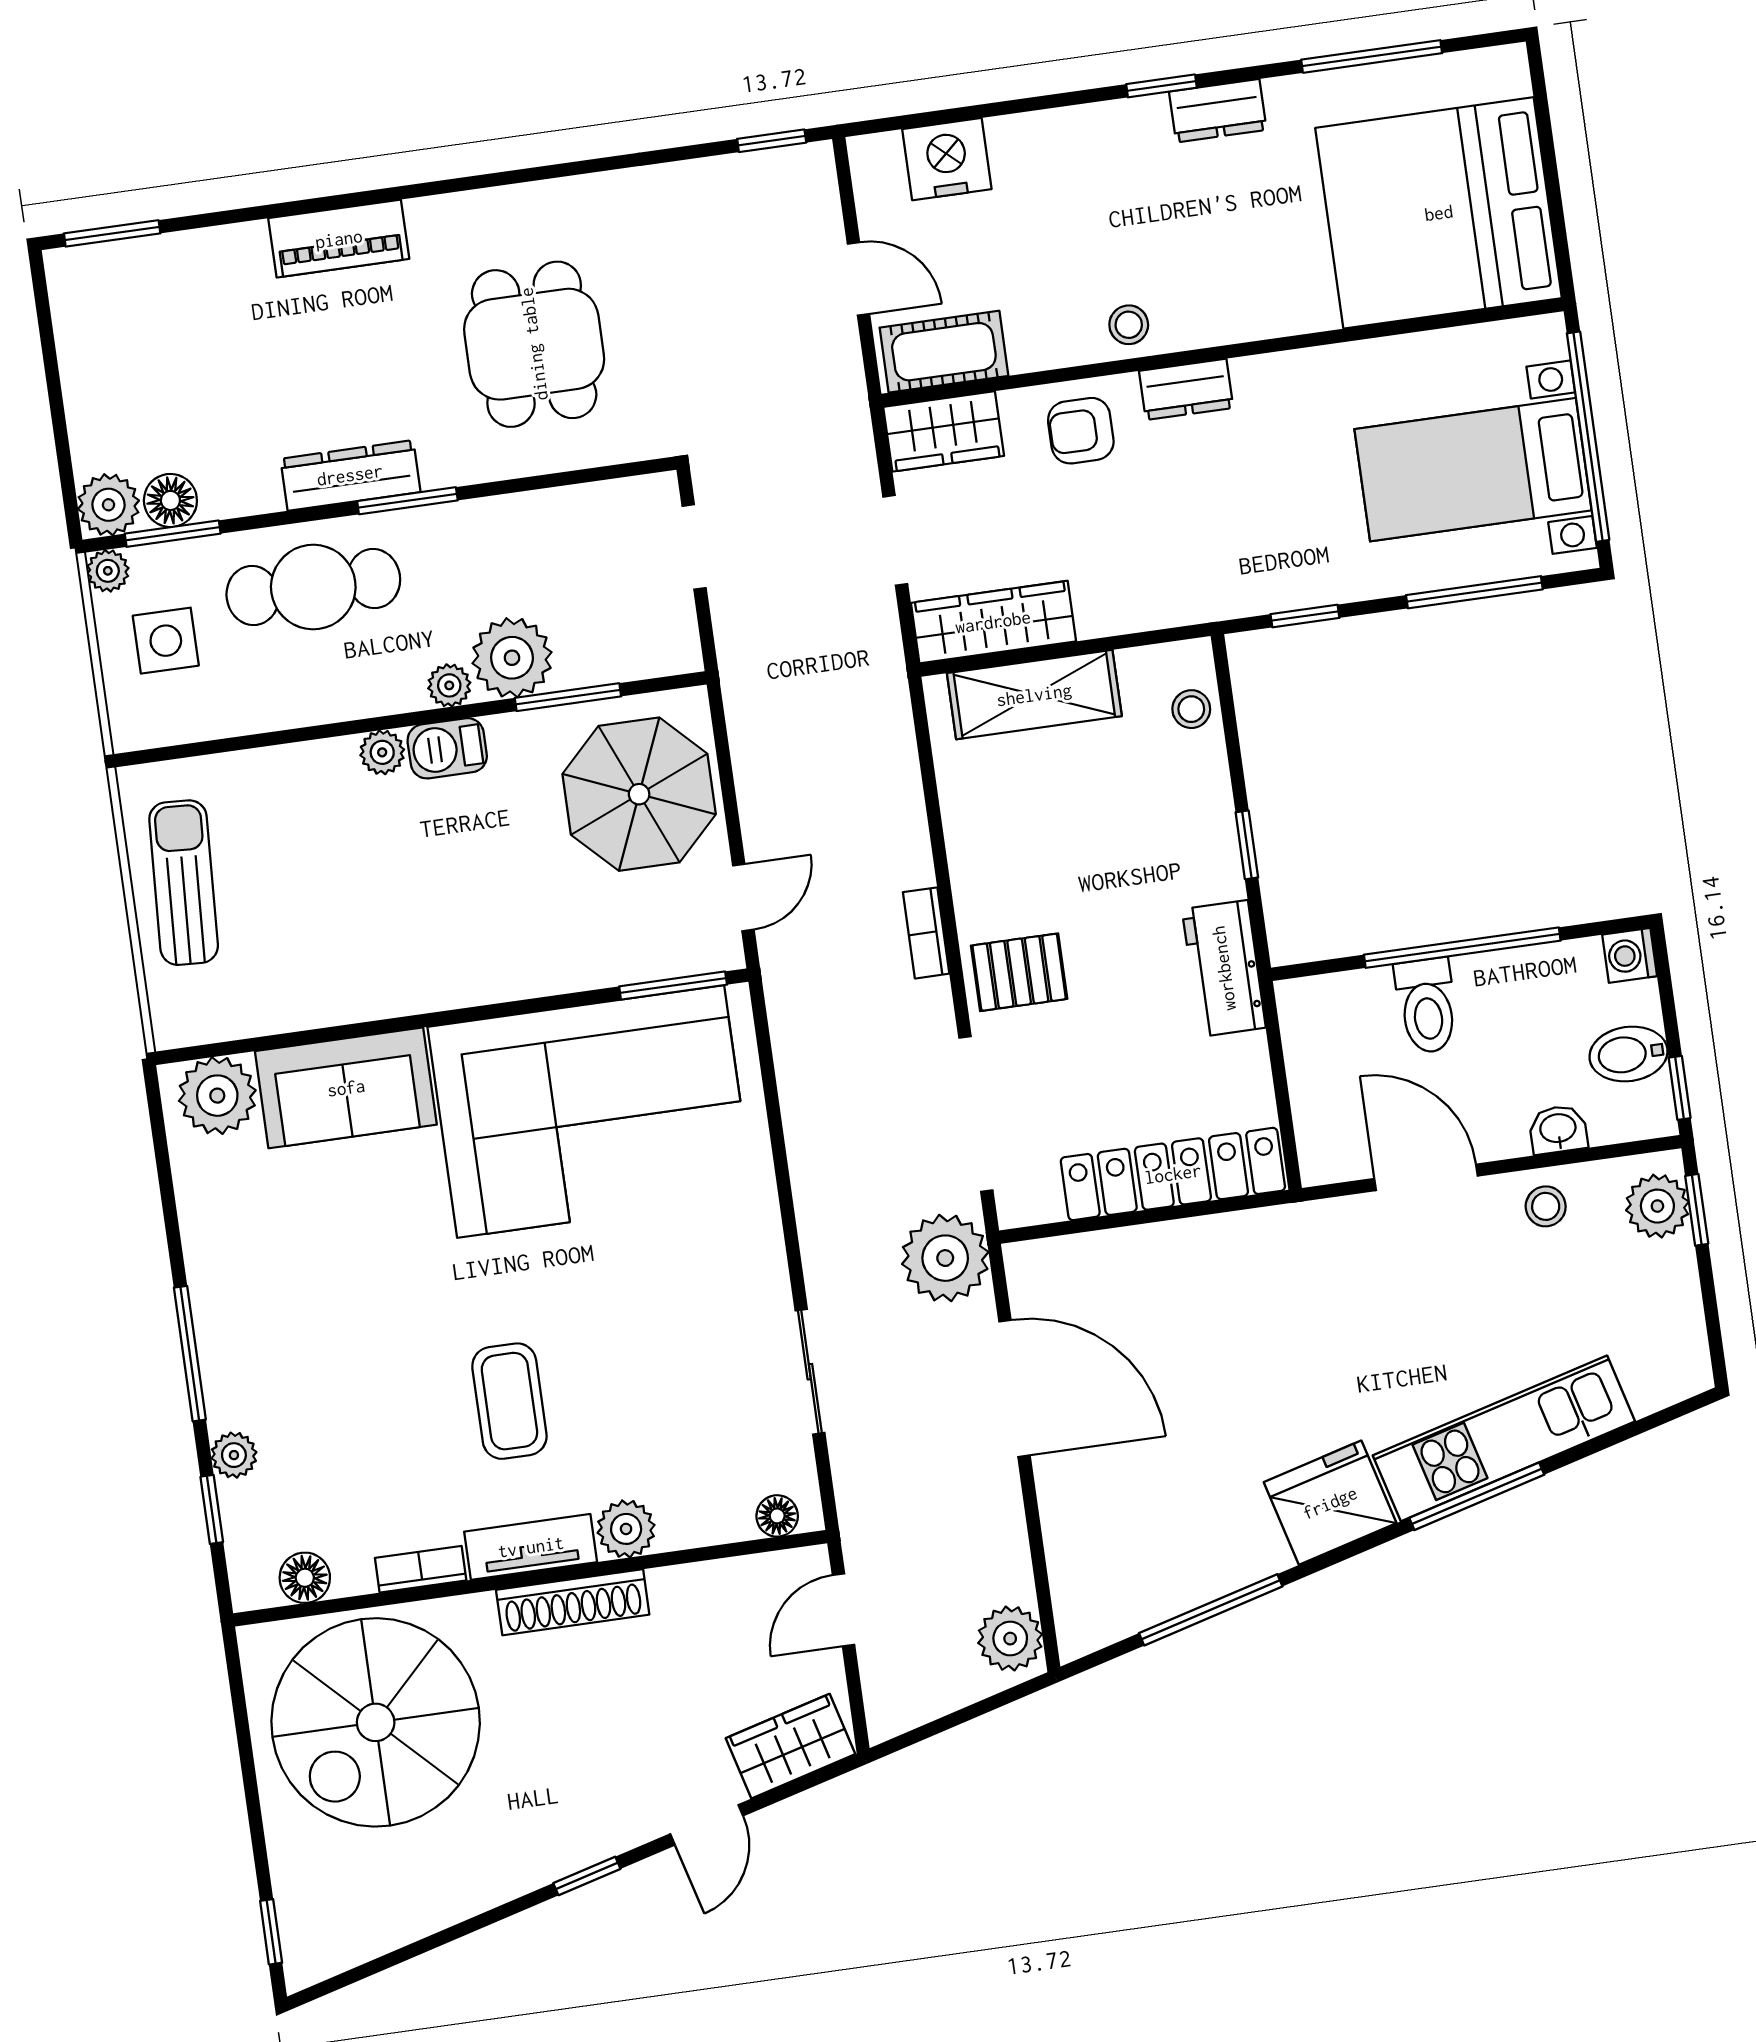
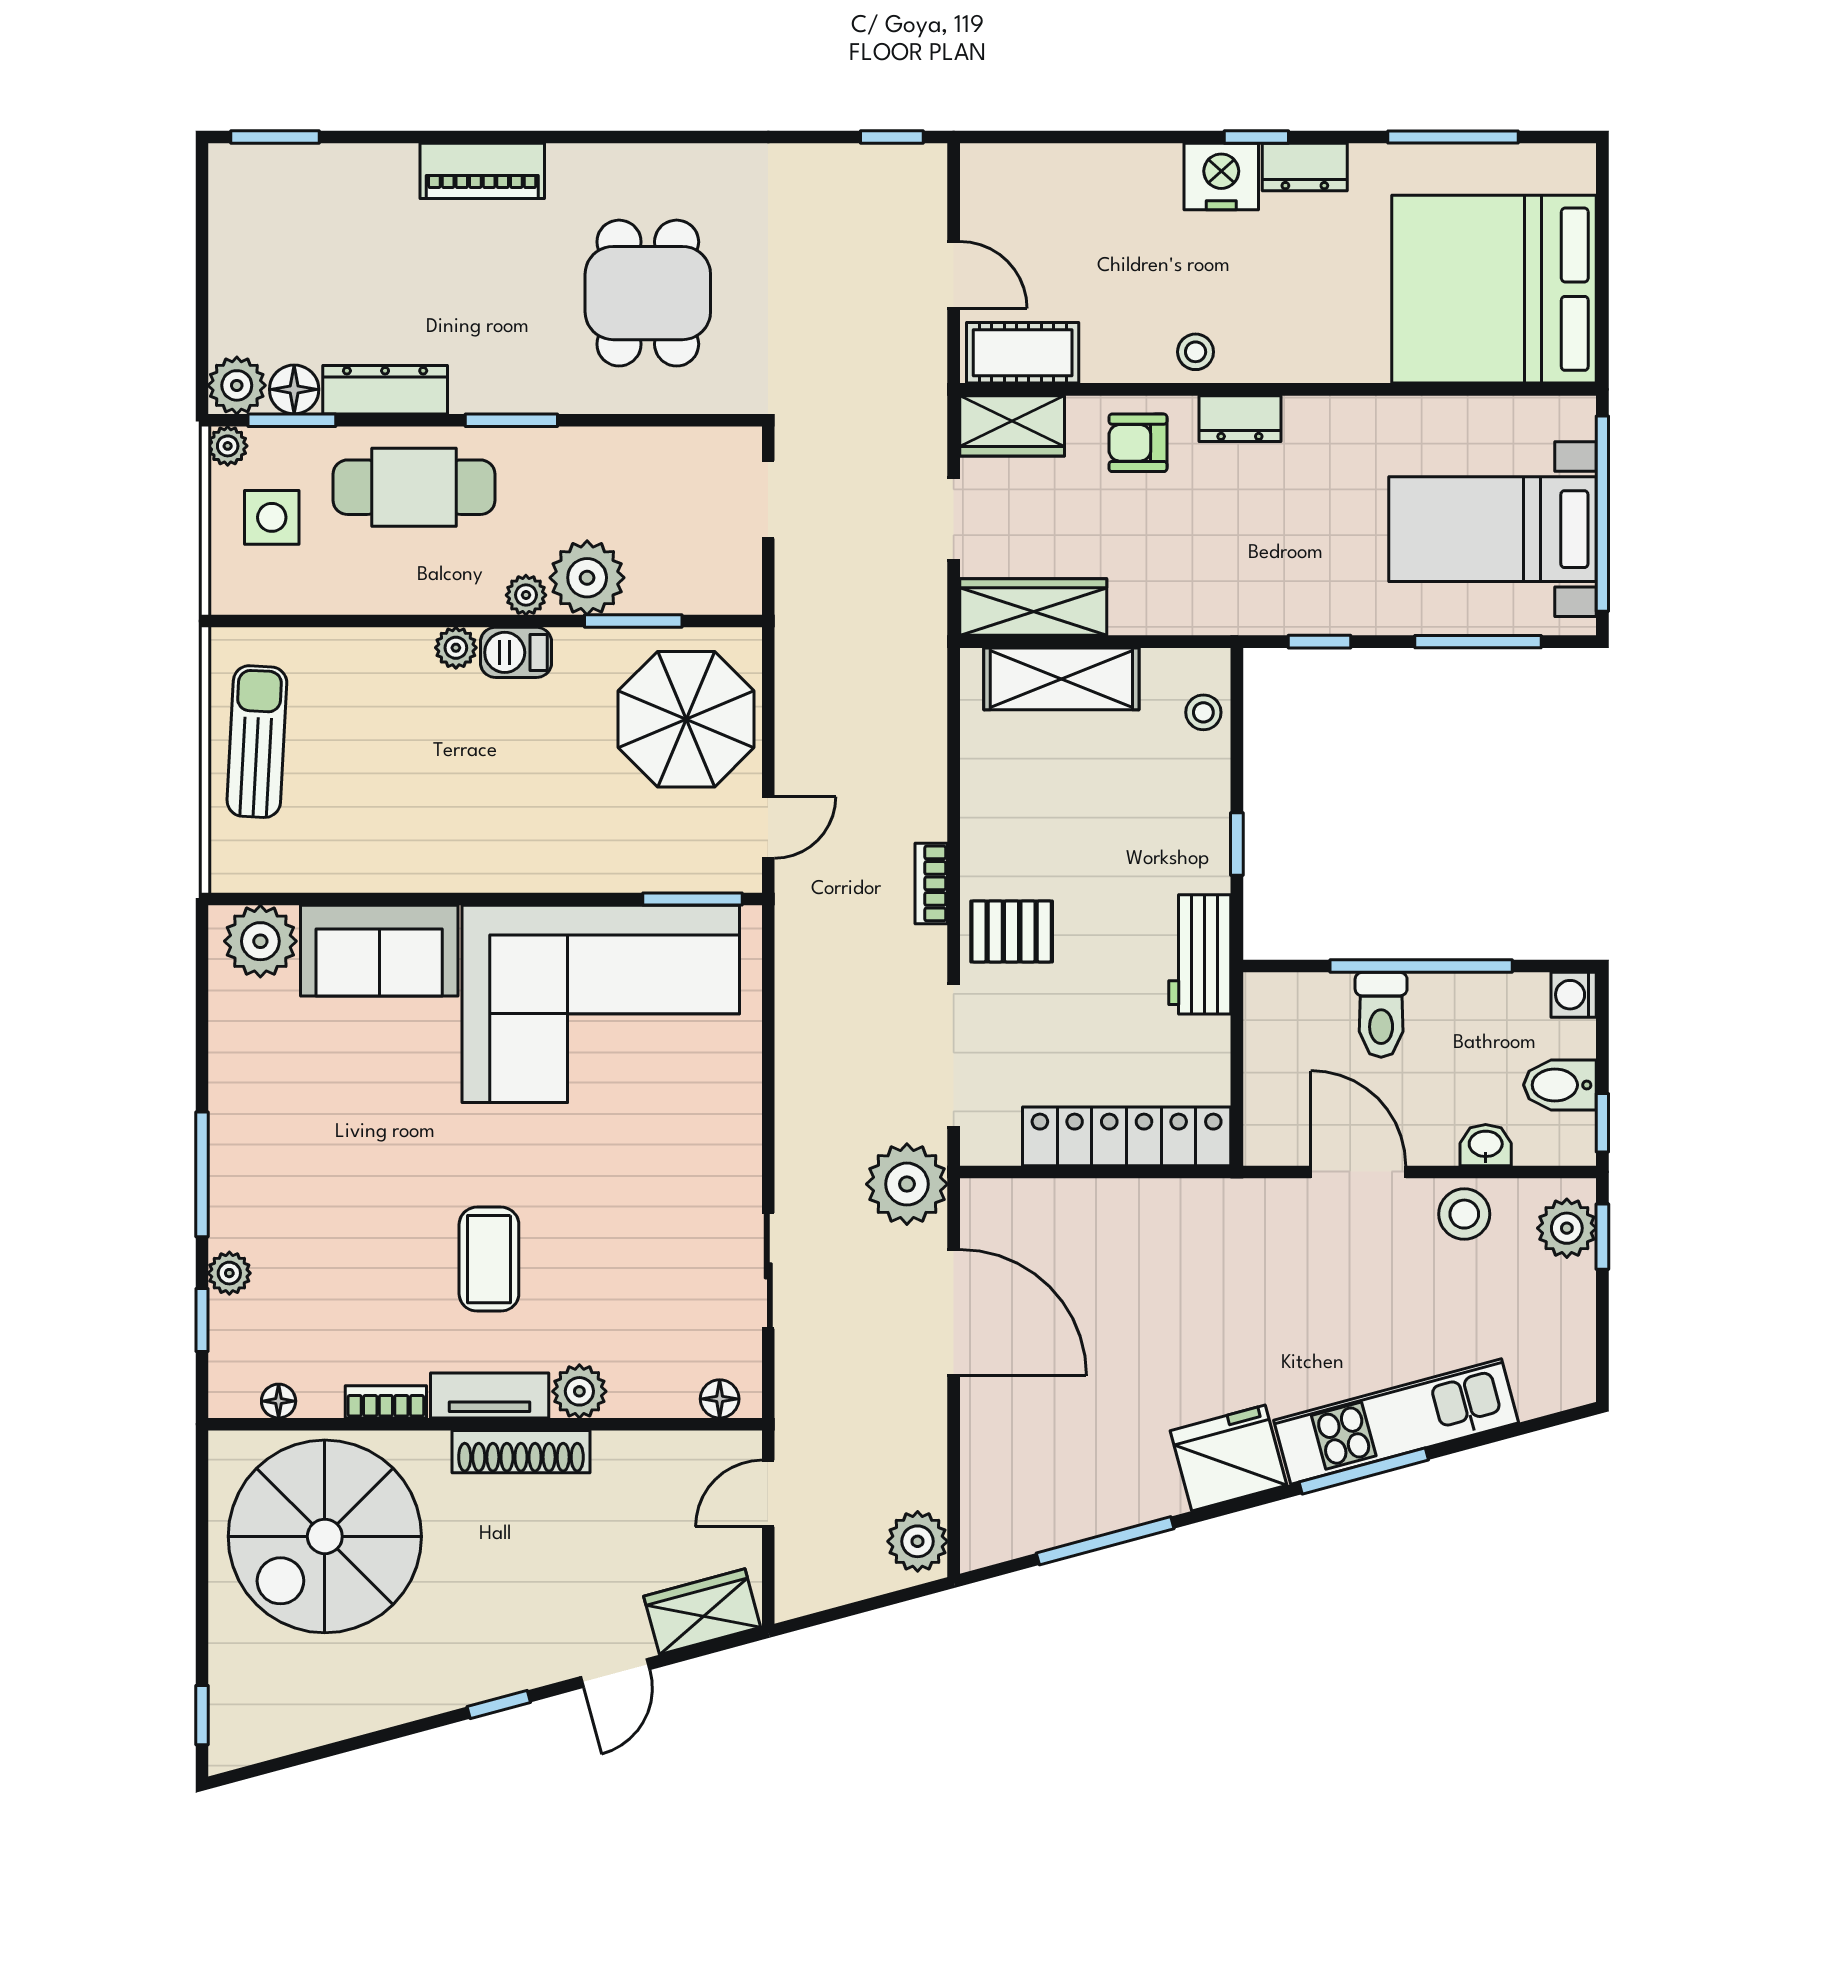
nightstand: (947, 159) -> (1221, 177), moved
dresser: (350, 475) -> (385, 390), moved
stool: (1546, 1206) -> (1464, 1214), width x1.37, depth x1.37
floor lamp: (305, 1578) -> (279, 1401), width x0.73, depth x0.73

